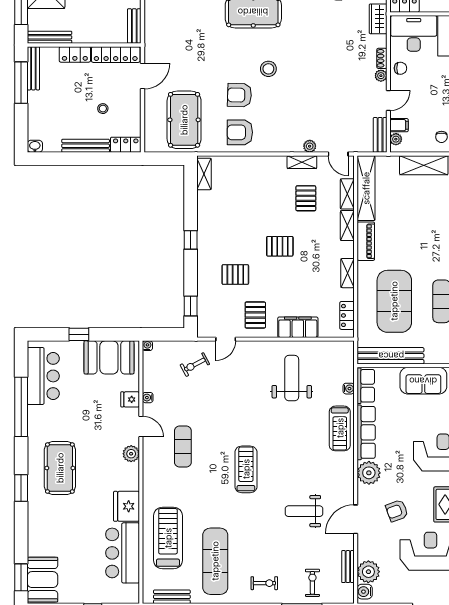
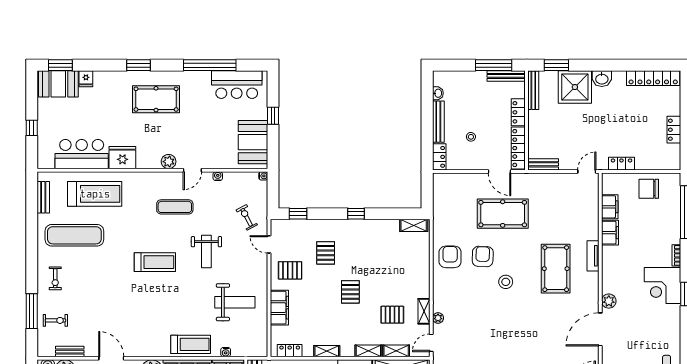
pool table: (184, 120) -> (503, 214), moved
washbasin: (35, 146) -> (438, 93), moved
fridge: (130, 399) -> (86, 79), moved, turned 180
treadmill: (340, 428) -> (191, 344), turned 180
weight bench: (304, 511) -> (206, 252), moved, turned 180

